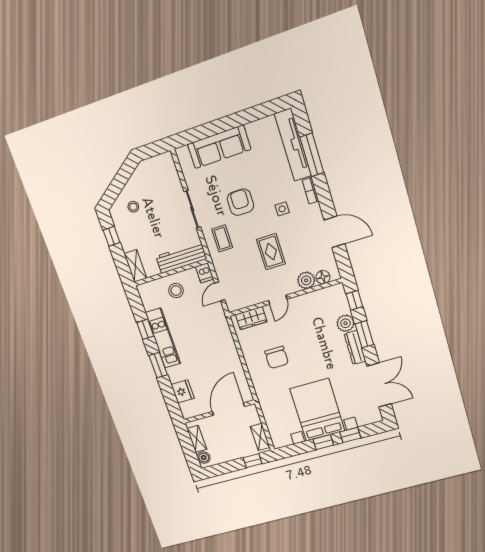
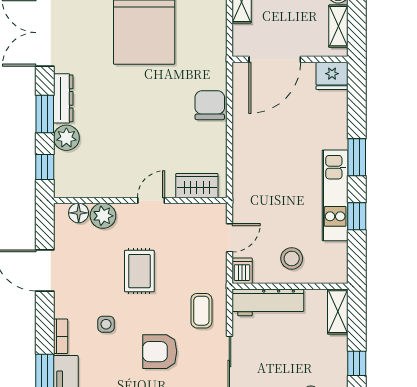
armchair: (240, 202) -> (160, 352), turned 90
chair: (277, 357) -> (210, 105), moved
fridge: (183, 391) -> (332, 76), moved, turned -90

